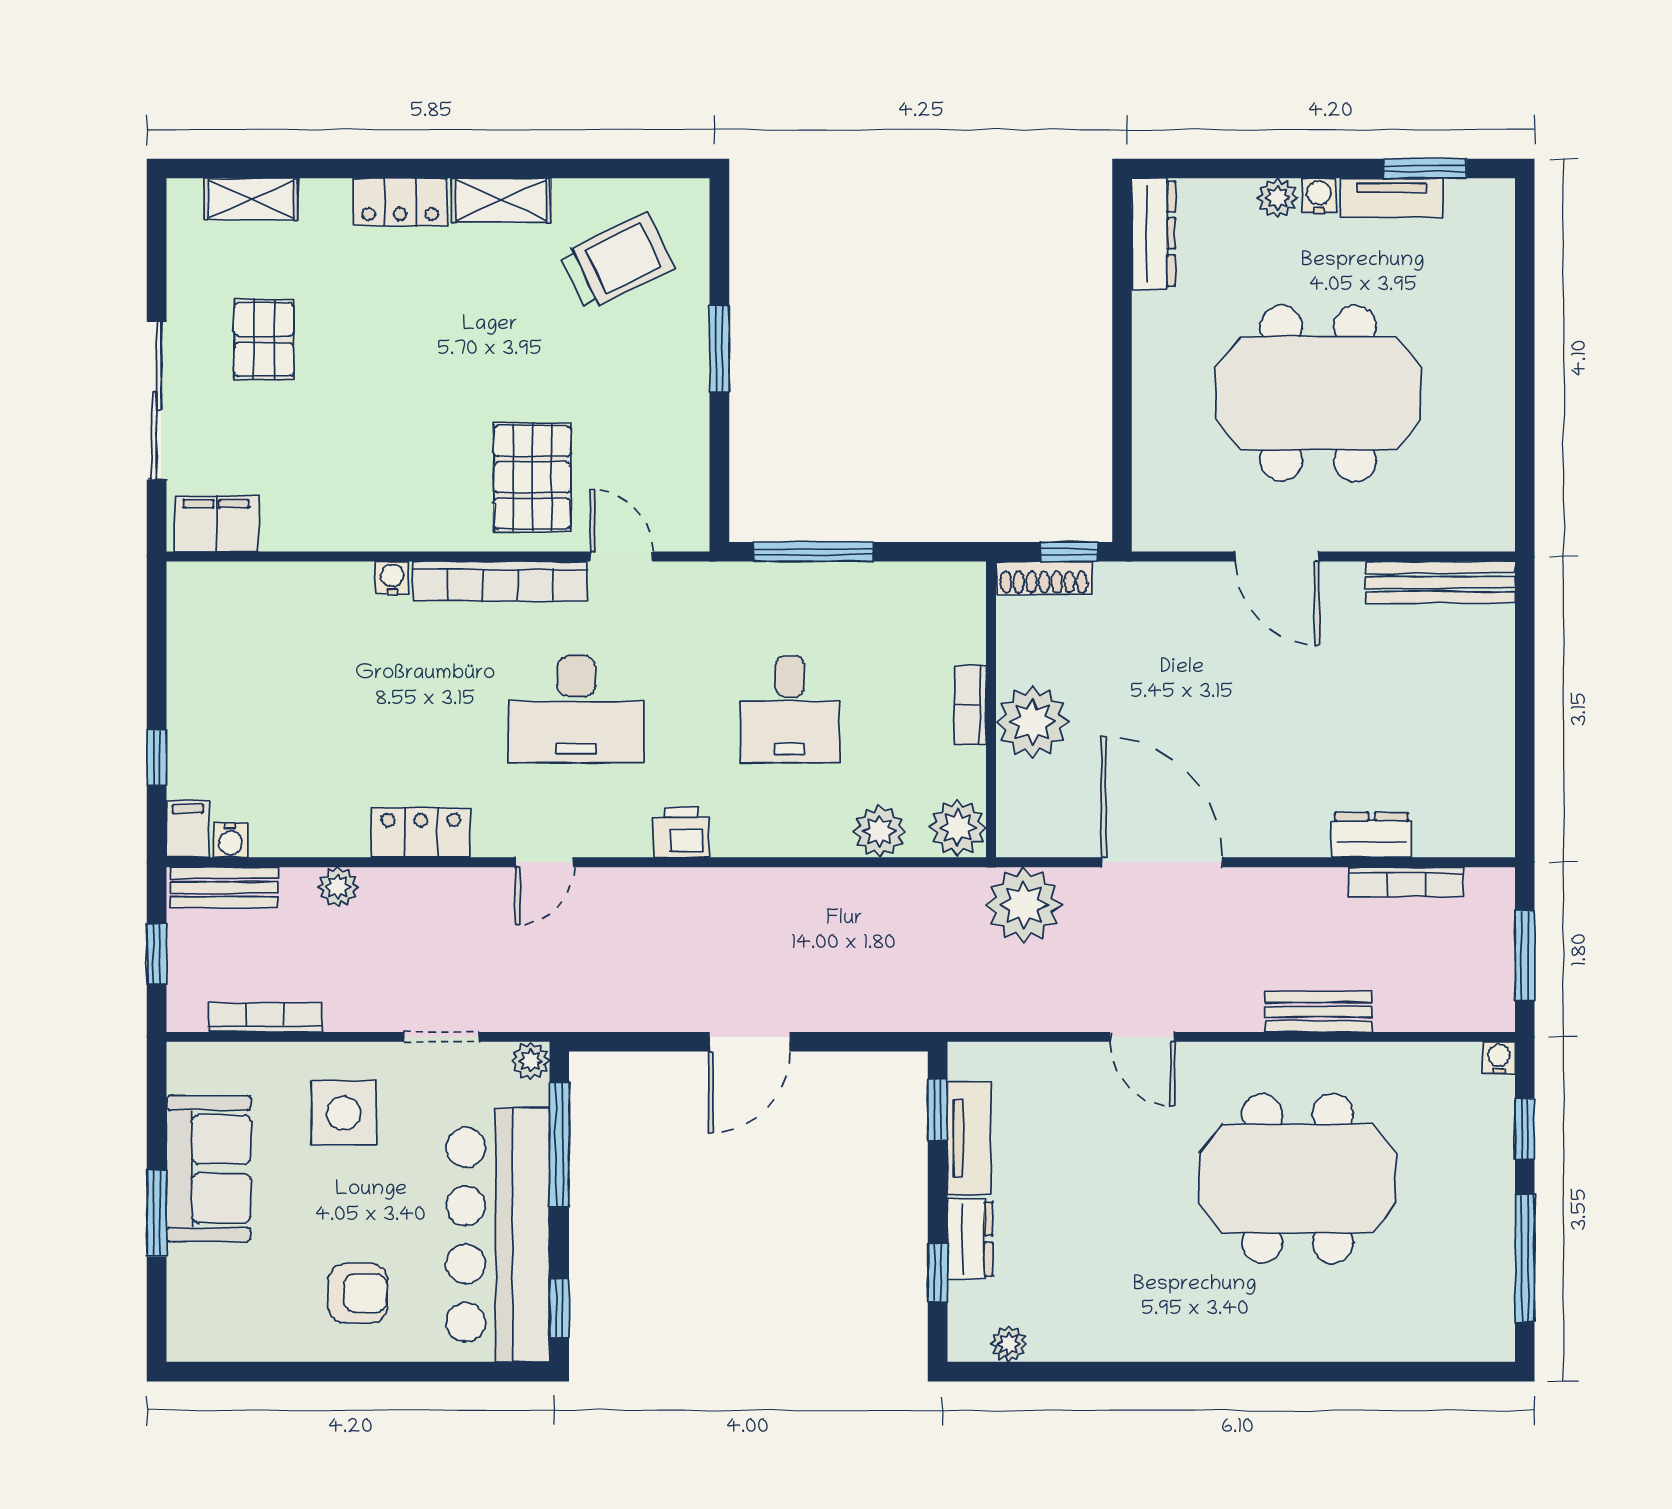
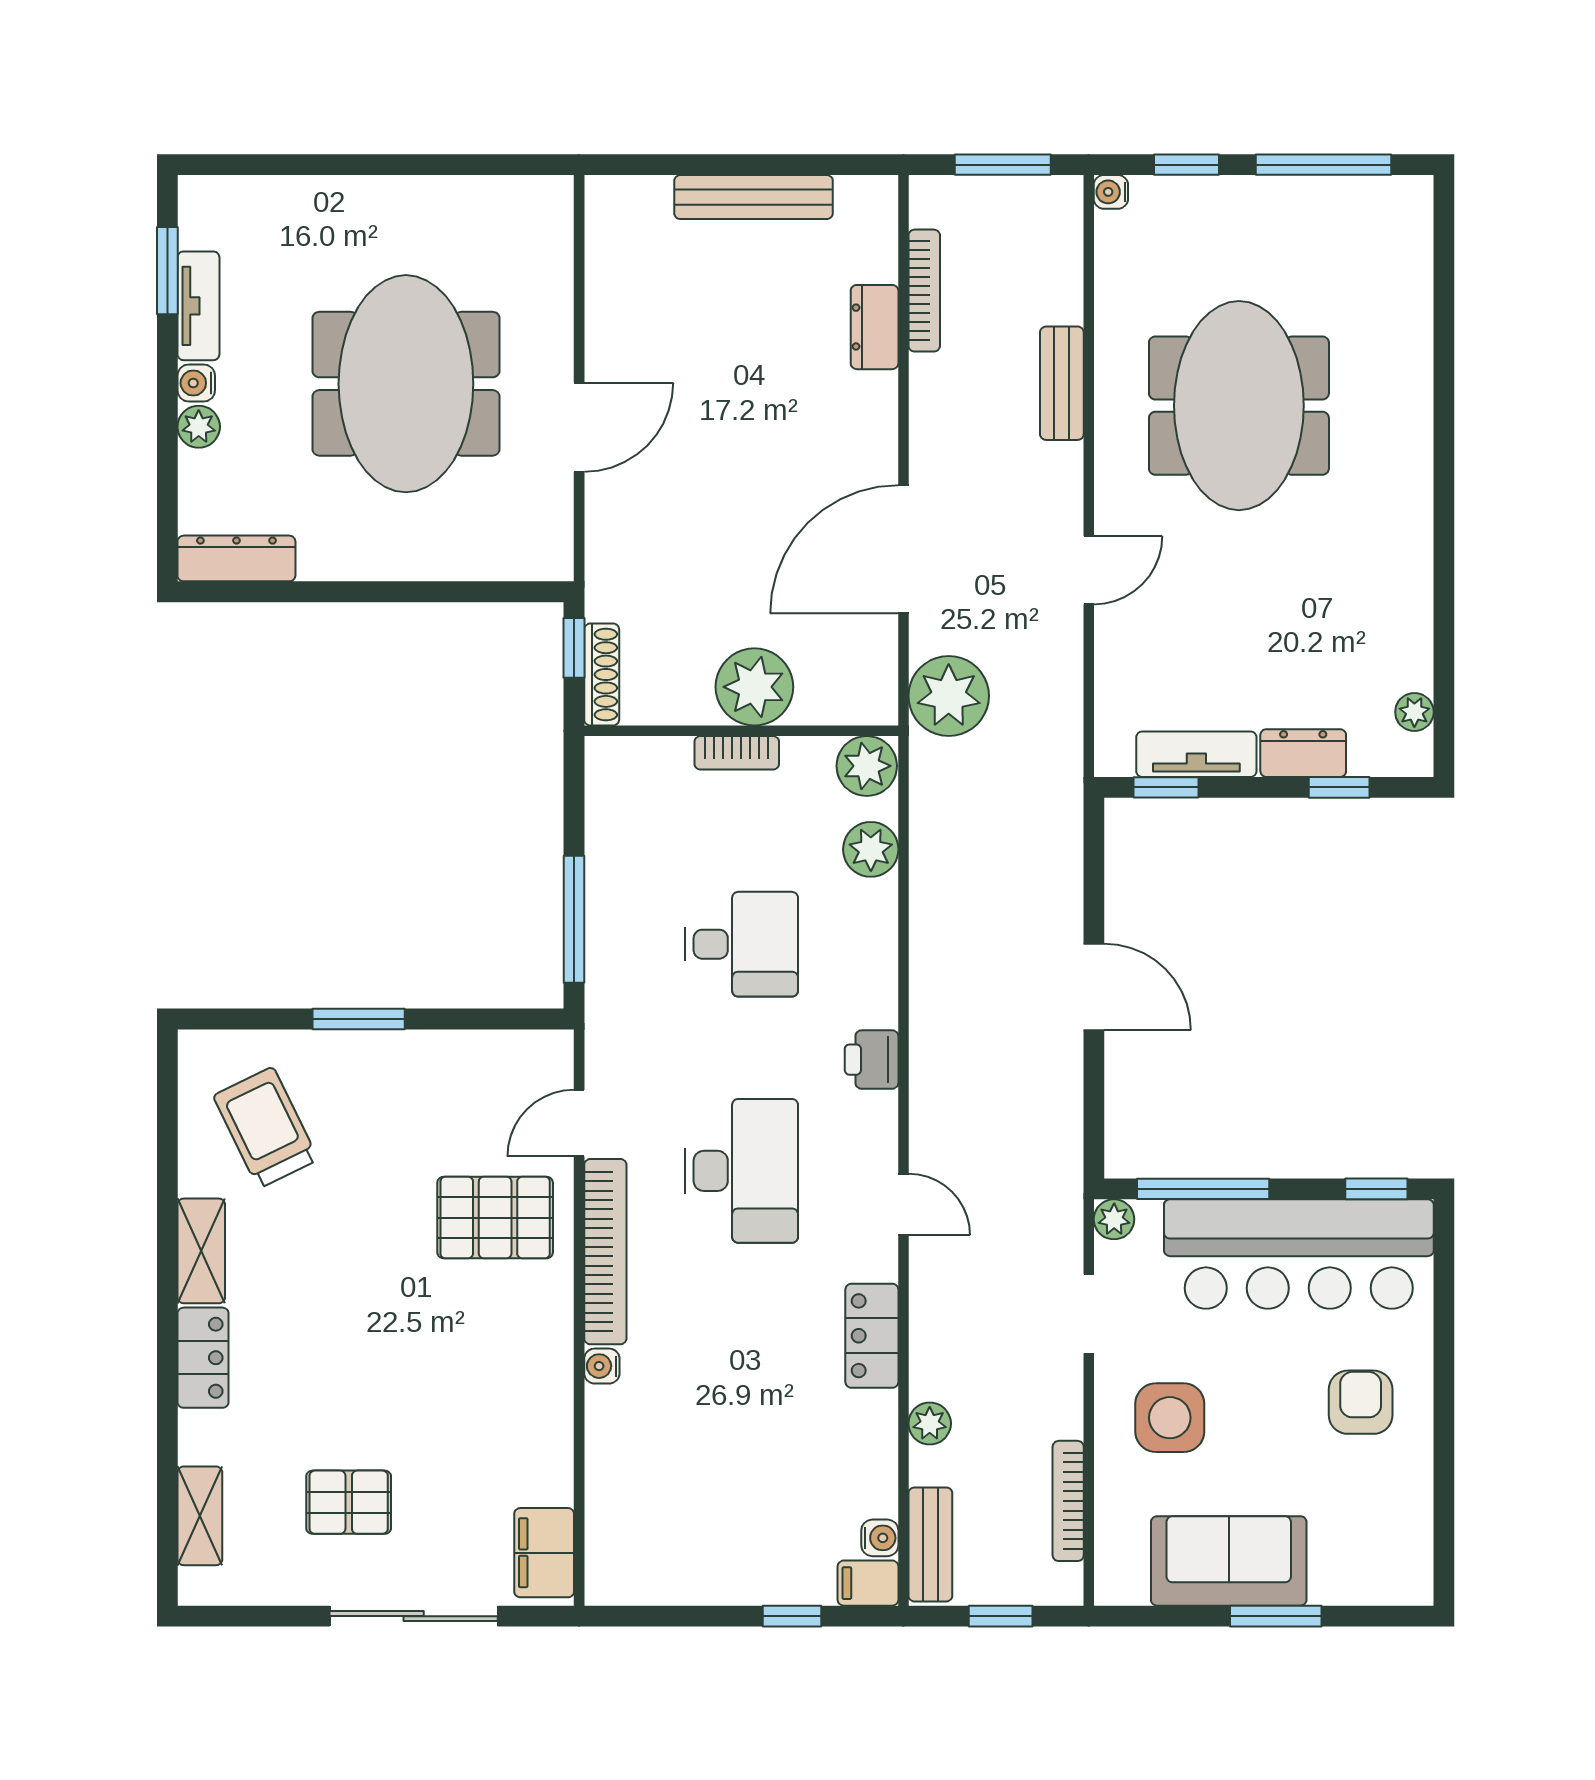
bench: (1440, 582) -> (754, 197), moved, turned 90

